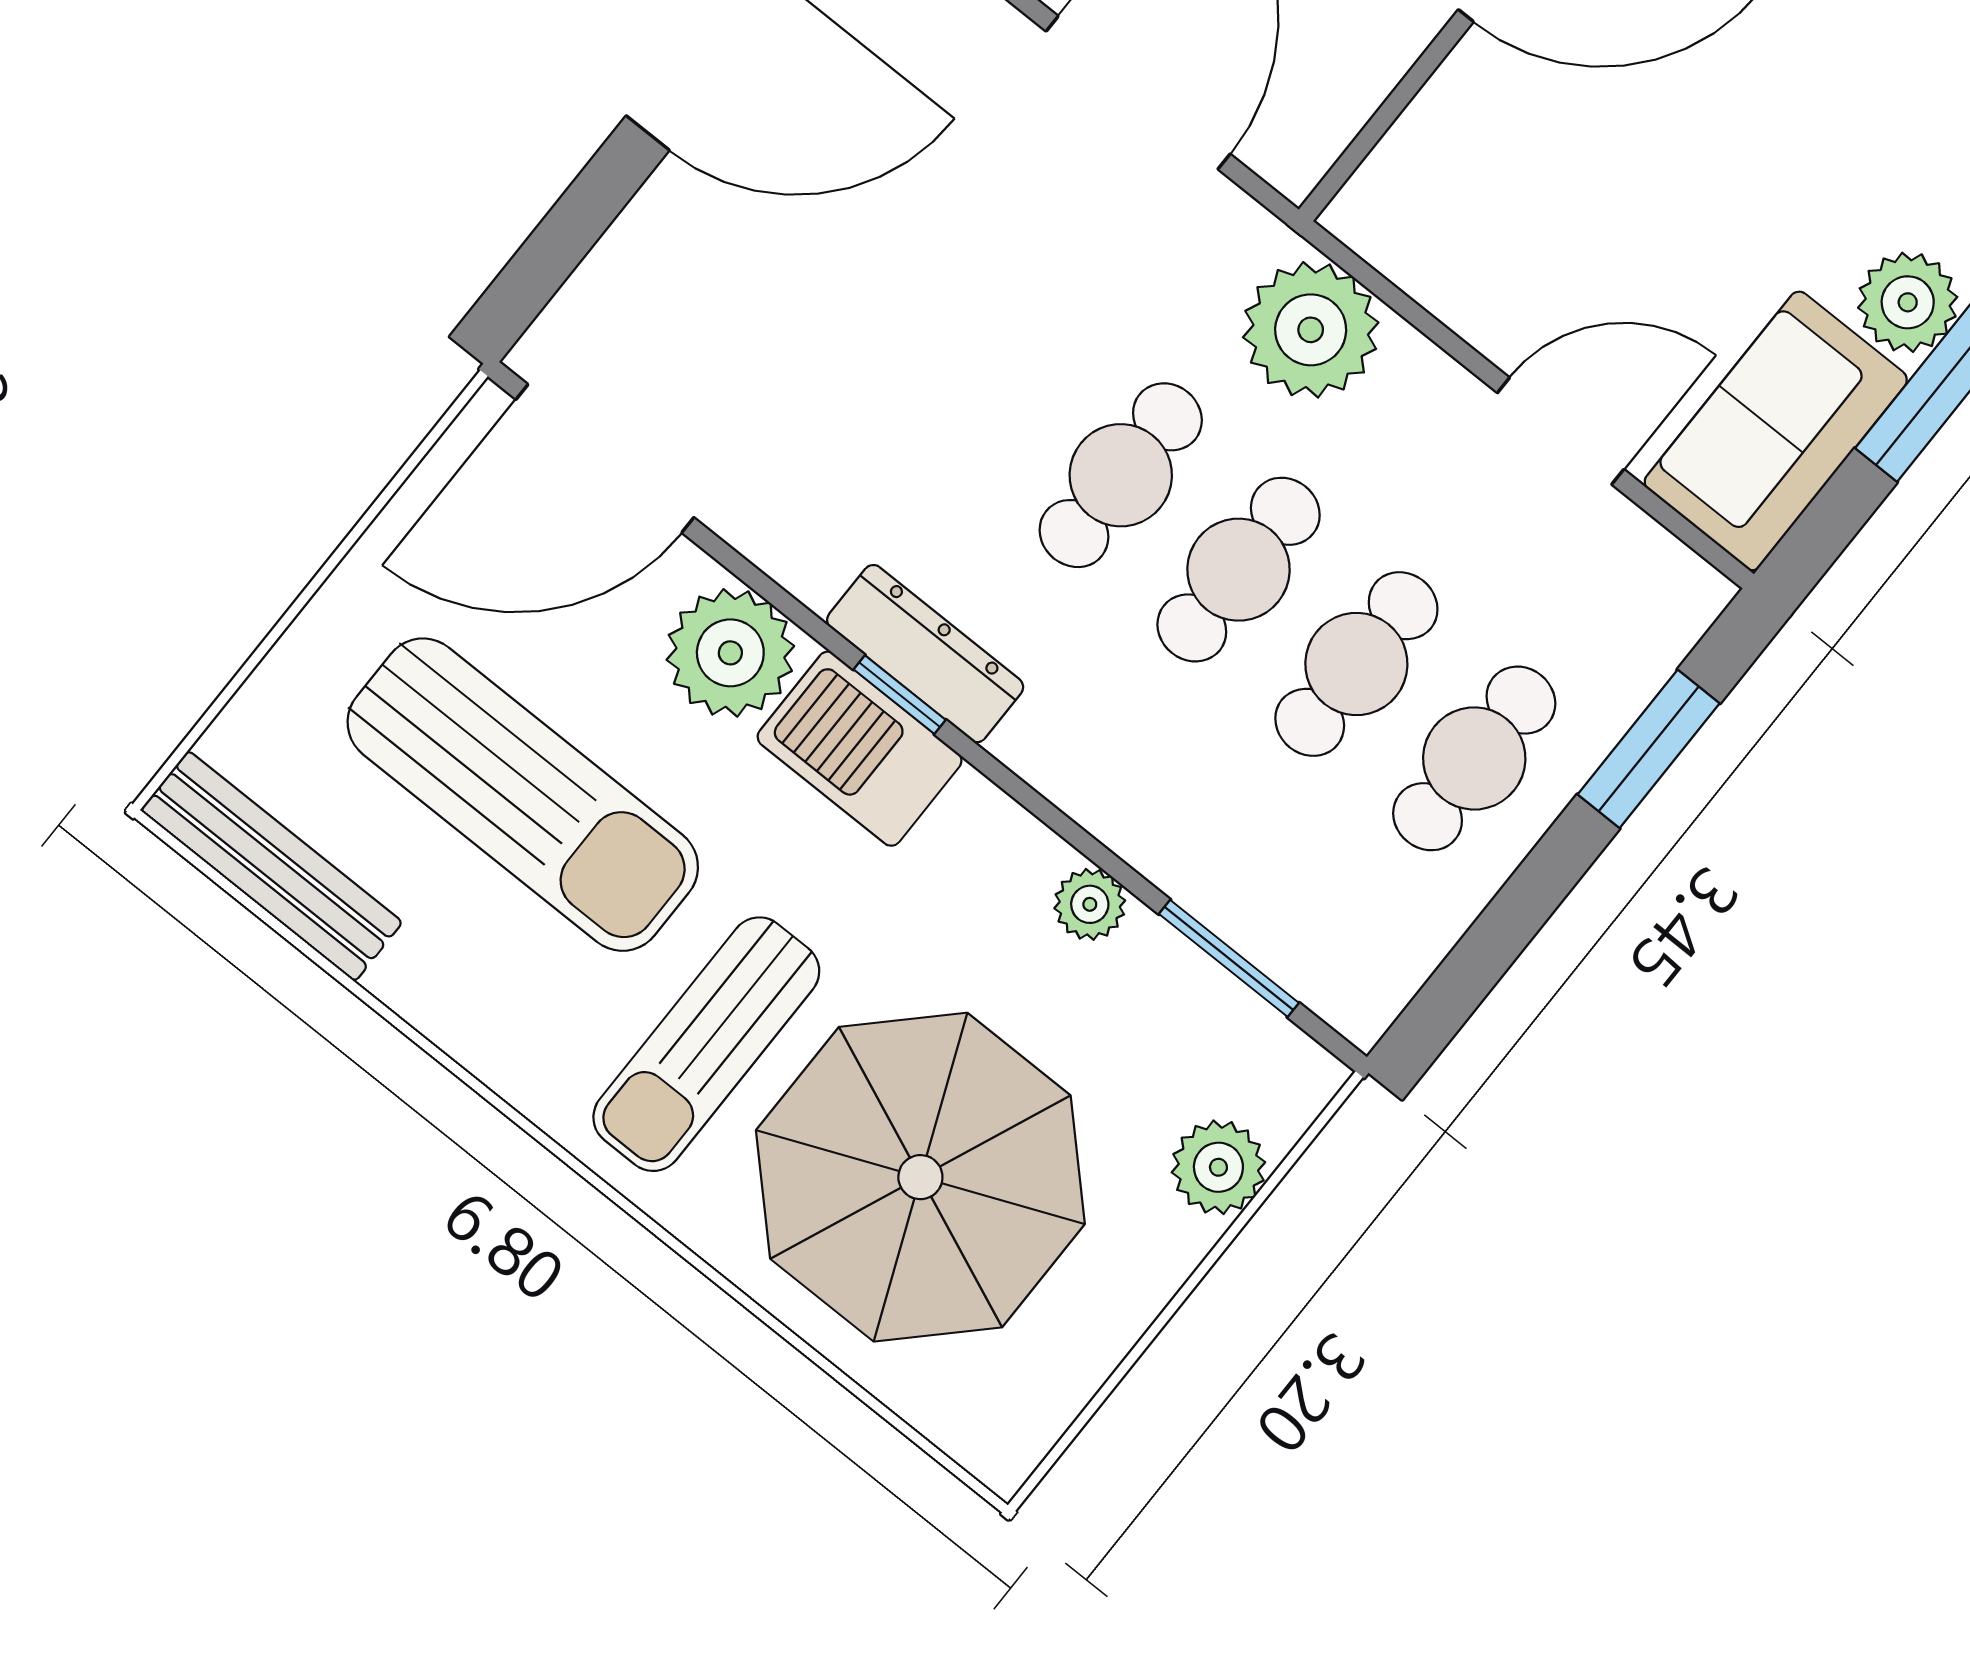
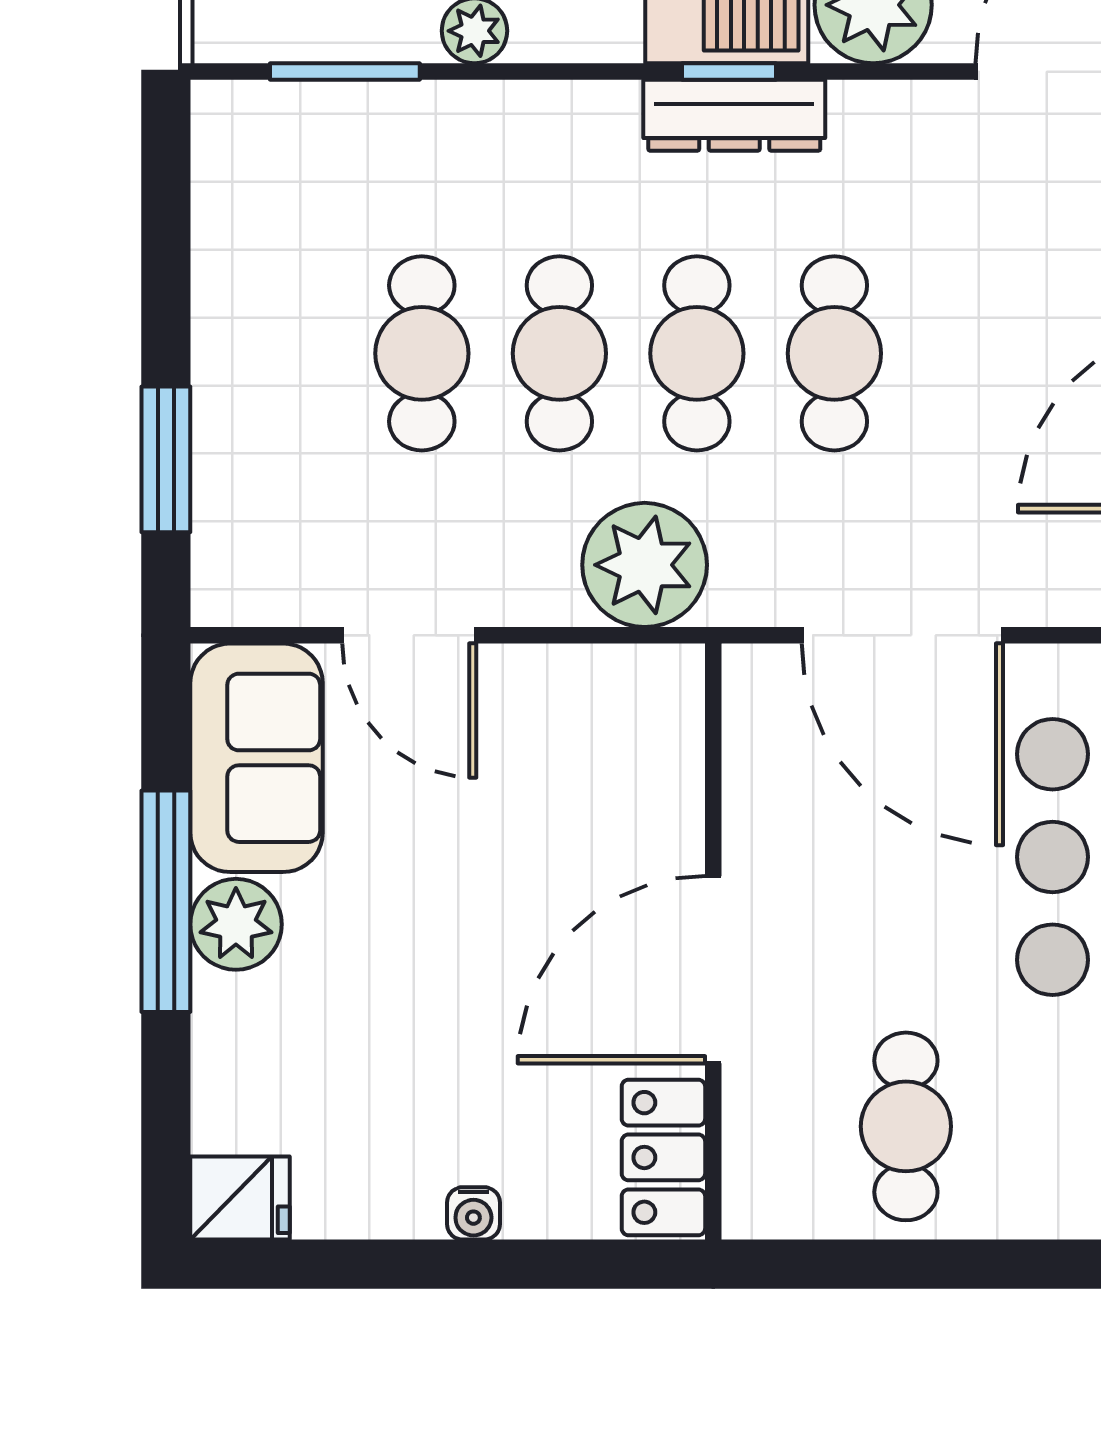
door: (1561, 431) -> (409, 635), hinge flipped
cafe table: (1474, 758) -> (834, 353), moved

